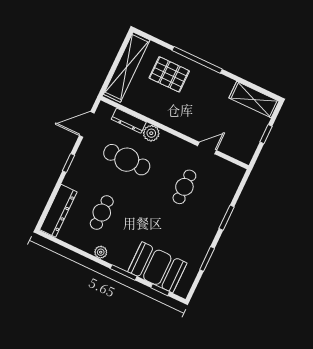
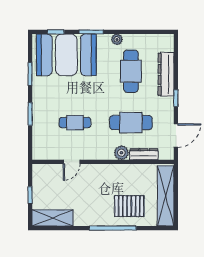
cafe table: (184, 187) -> (75, 123), turned 90
dresser: (58, 211) -> (166, 74), moved
cafe table: (102, 213) -> (131, 71), width x1.37, depth x1.35
booth: (157, 267) -> (66, 55), width x1.36, depth x1.42

